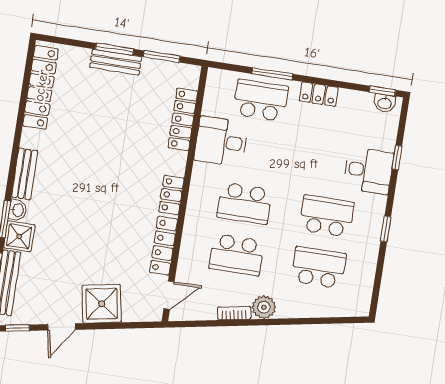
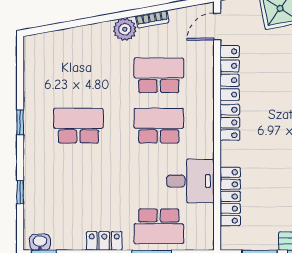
desk: (368, 171) -> (45, 175), removed
school desk: (327, 216) -> (78, 126), turned 180
school desk: (319, 268) -> (78, 75), removed

